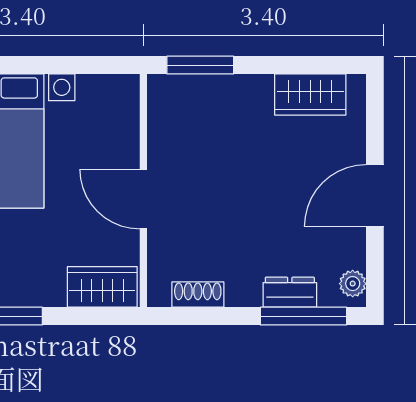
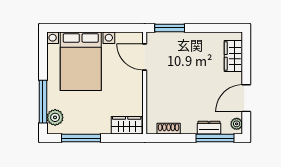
wardrobe: (310, 95) -> (233, 56), moved, turned 90
door: (375, 195) -> (246, 98), moved
door: (143, 199) -> (145, 57), moved

